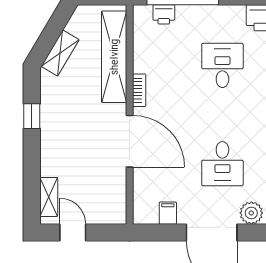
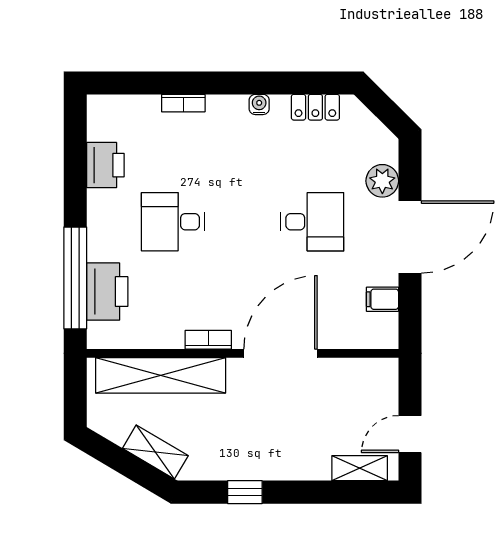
printer: (164, 14) -> (107, 292), width x1.87, depth x1.48

